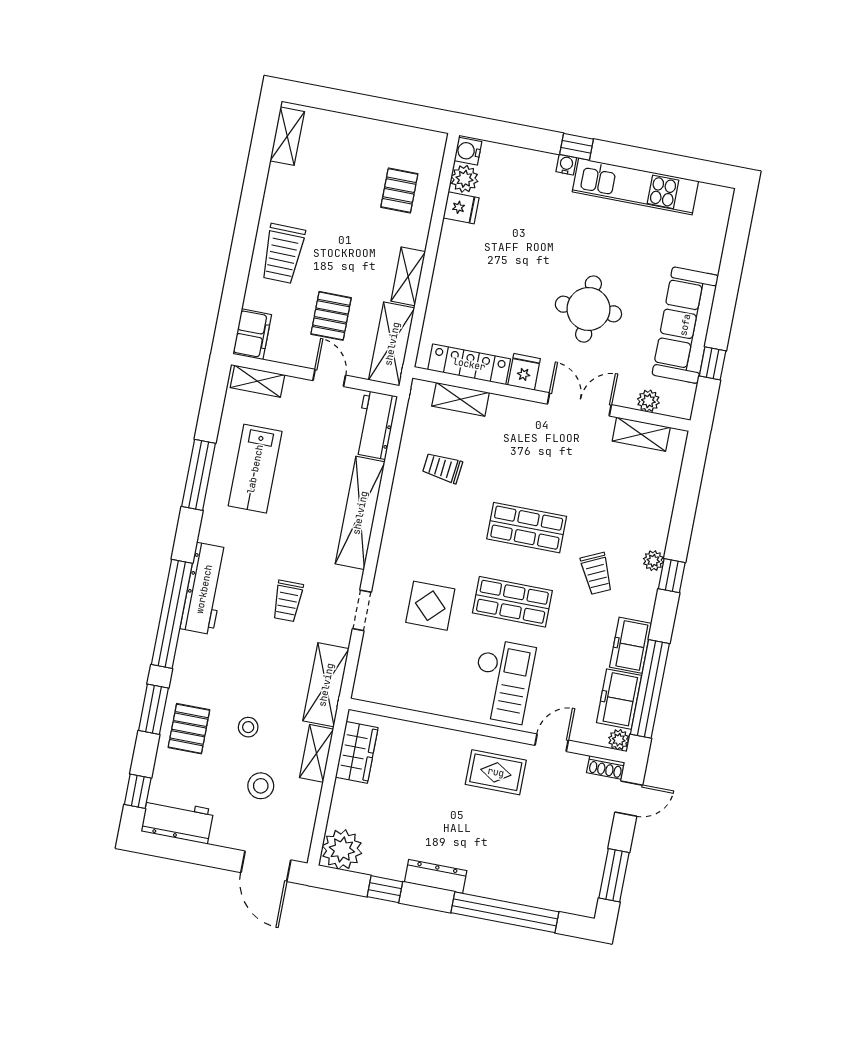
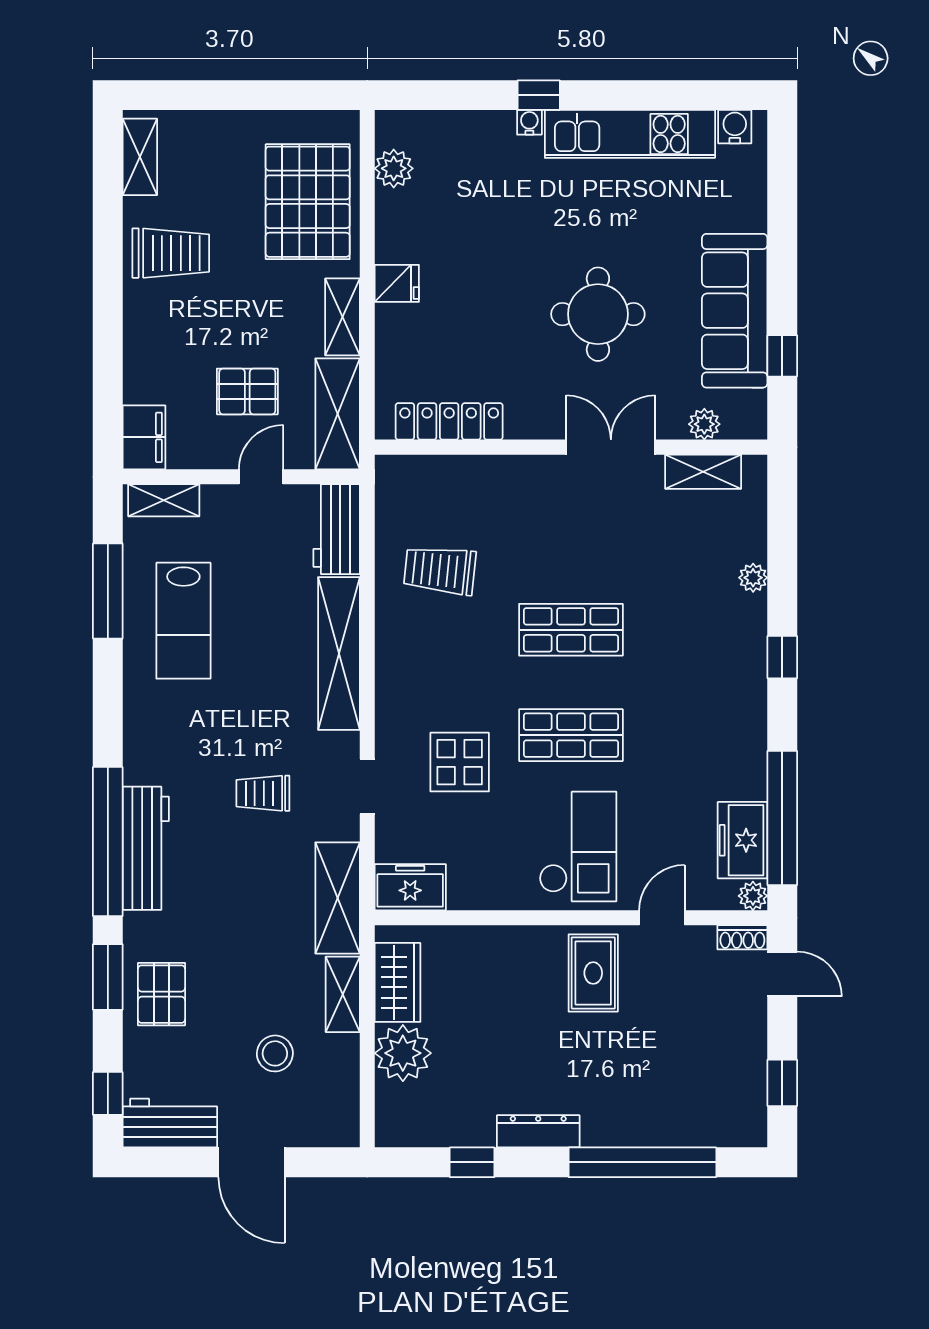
water cooler: (468, 151) -> (735, 127), moved, turned 90
pallet: (399, 190) -> (308, 202), width x2.05, depth x2.00
fridge: (461, 208) -> (397, 283), moved
trolley: (283, 254) -> (171, 253), moved, turned -91
pallet: (331, 316) -> (247, 391), turned 90
fridge: (524, 372) -> (526, 417), removed
door: (329, 378) -> (261, 477), hinge flipped
shelving: (461, 399) -> (447, 472), removed
trolley: (442, 468) -> (440, 570), width x1.36, depth x1.39
window: (199, 475) -> (108, 591), moved
plant: (653, 561) -> (753, 578), moved
trolley: (597, 573) -> (679, 674), removed
workbench: (204, 589) -> (146, 848), moved
trolley: (288, 601) -> (263, 793), turned 90
freezer: (631, 645) -> (410, 887), moved, turned 90
stool: (248, 727) -> (242, 976), removed
rug: (496, 772) -> (593, 973), turned 90
door: (629, 799) -> (782, 974), hinge flipped
plant: (342, 849) -> (403, 1053), moved
door: (266, 866) -> (252, 1162), moved
window: (614, 875) -> (782, 1083), width x0.67

